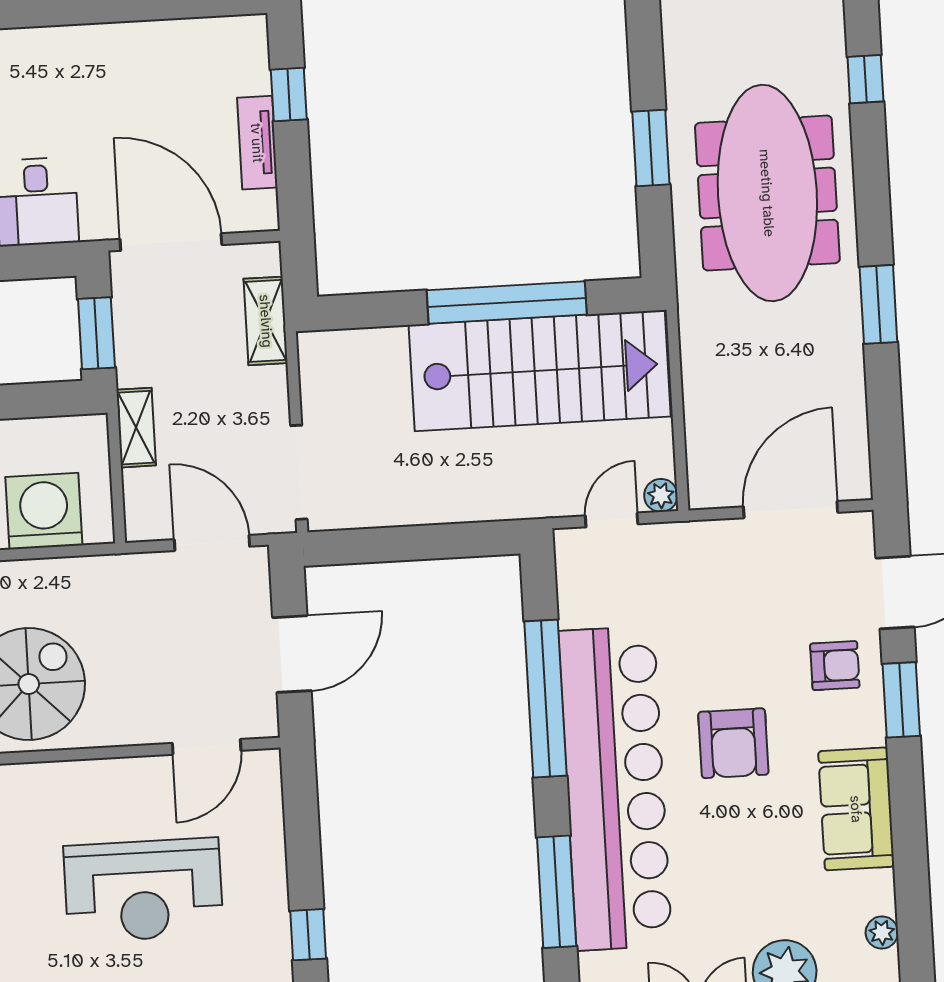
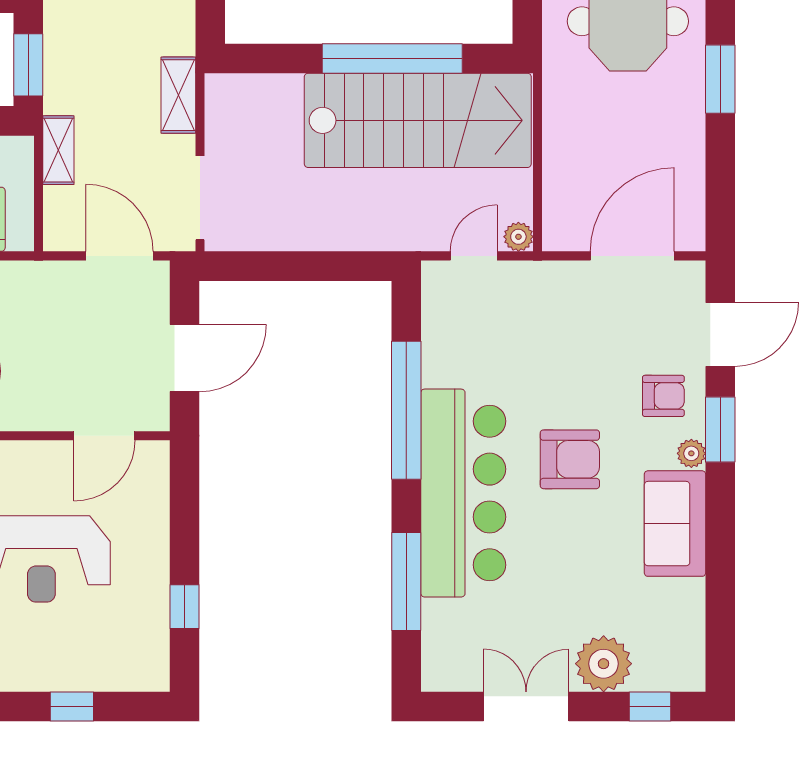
shelving: (266, 321) -> (178, 95), moved
armchair: (733, 743) -> (570, 459), turned -90
bar counter: (615, 788) -> (463, 493), width x0.73
plant: (882, 932) -> (691, 453), moved

